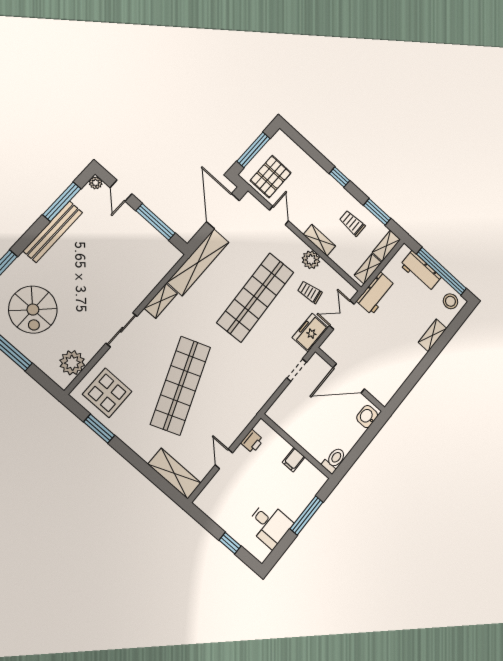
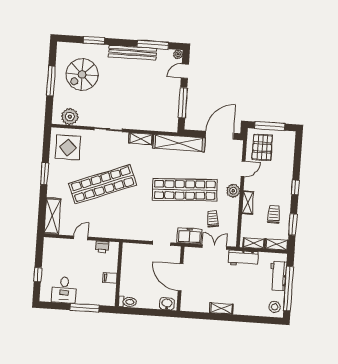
pallet: (271, 177) -> (262, 147), turned 90
plant: (311, 260) -> (233, 191), moved
shelving: (432, 335) -> (221, 308), moved
window: (99, 429) -> (45, 174), moved

